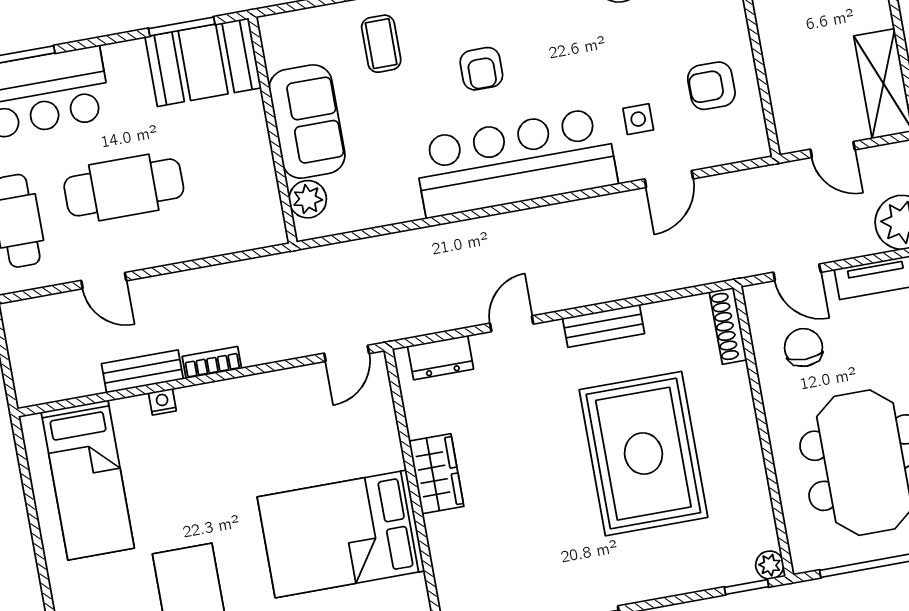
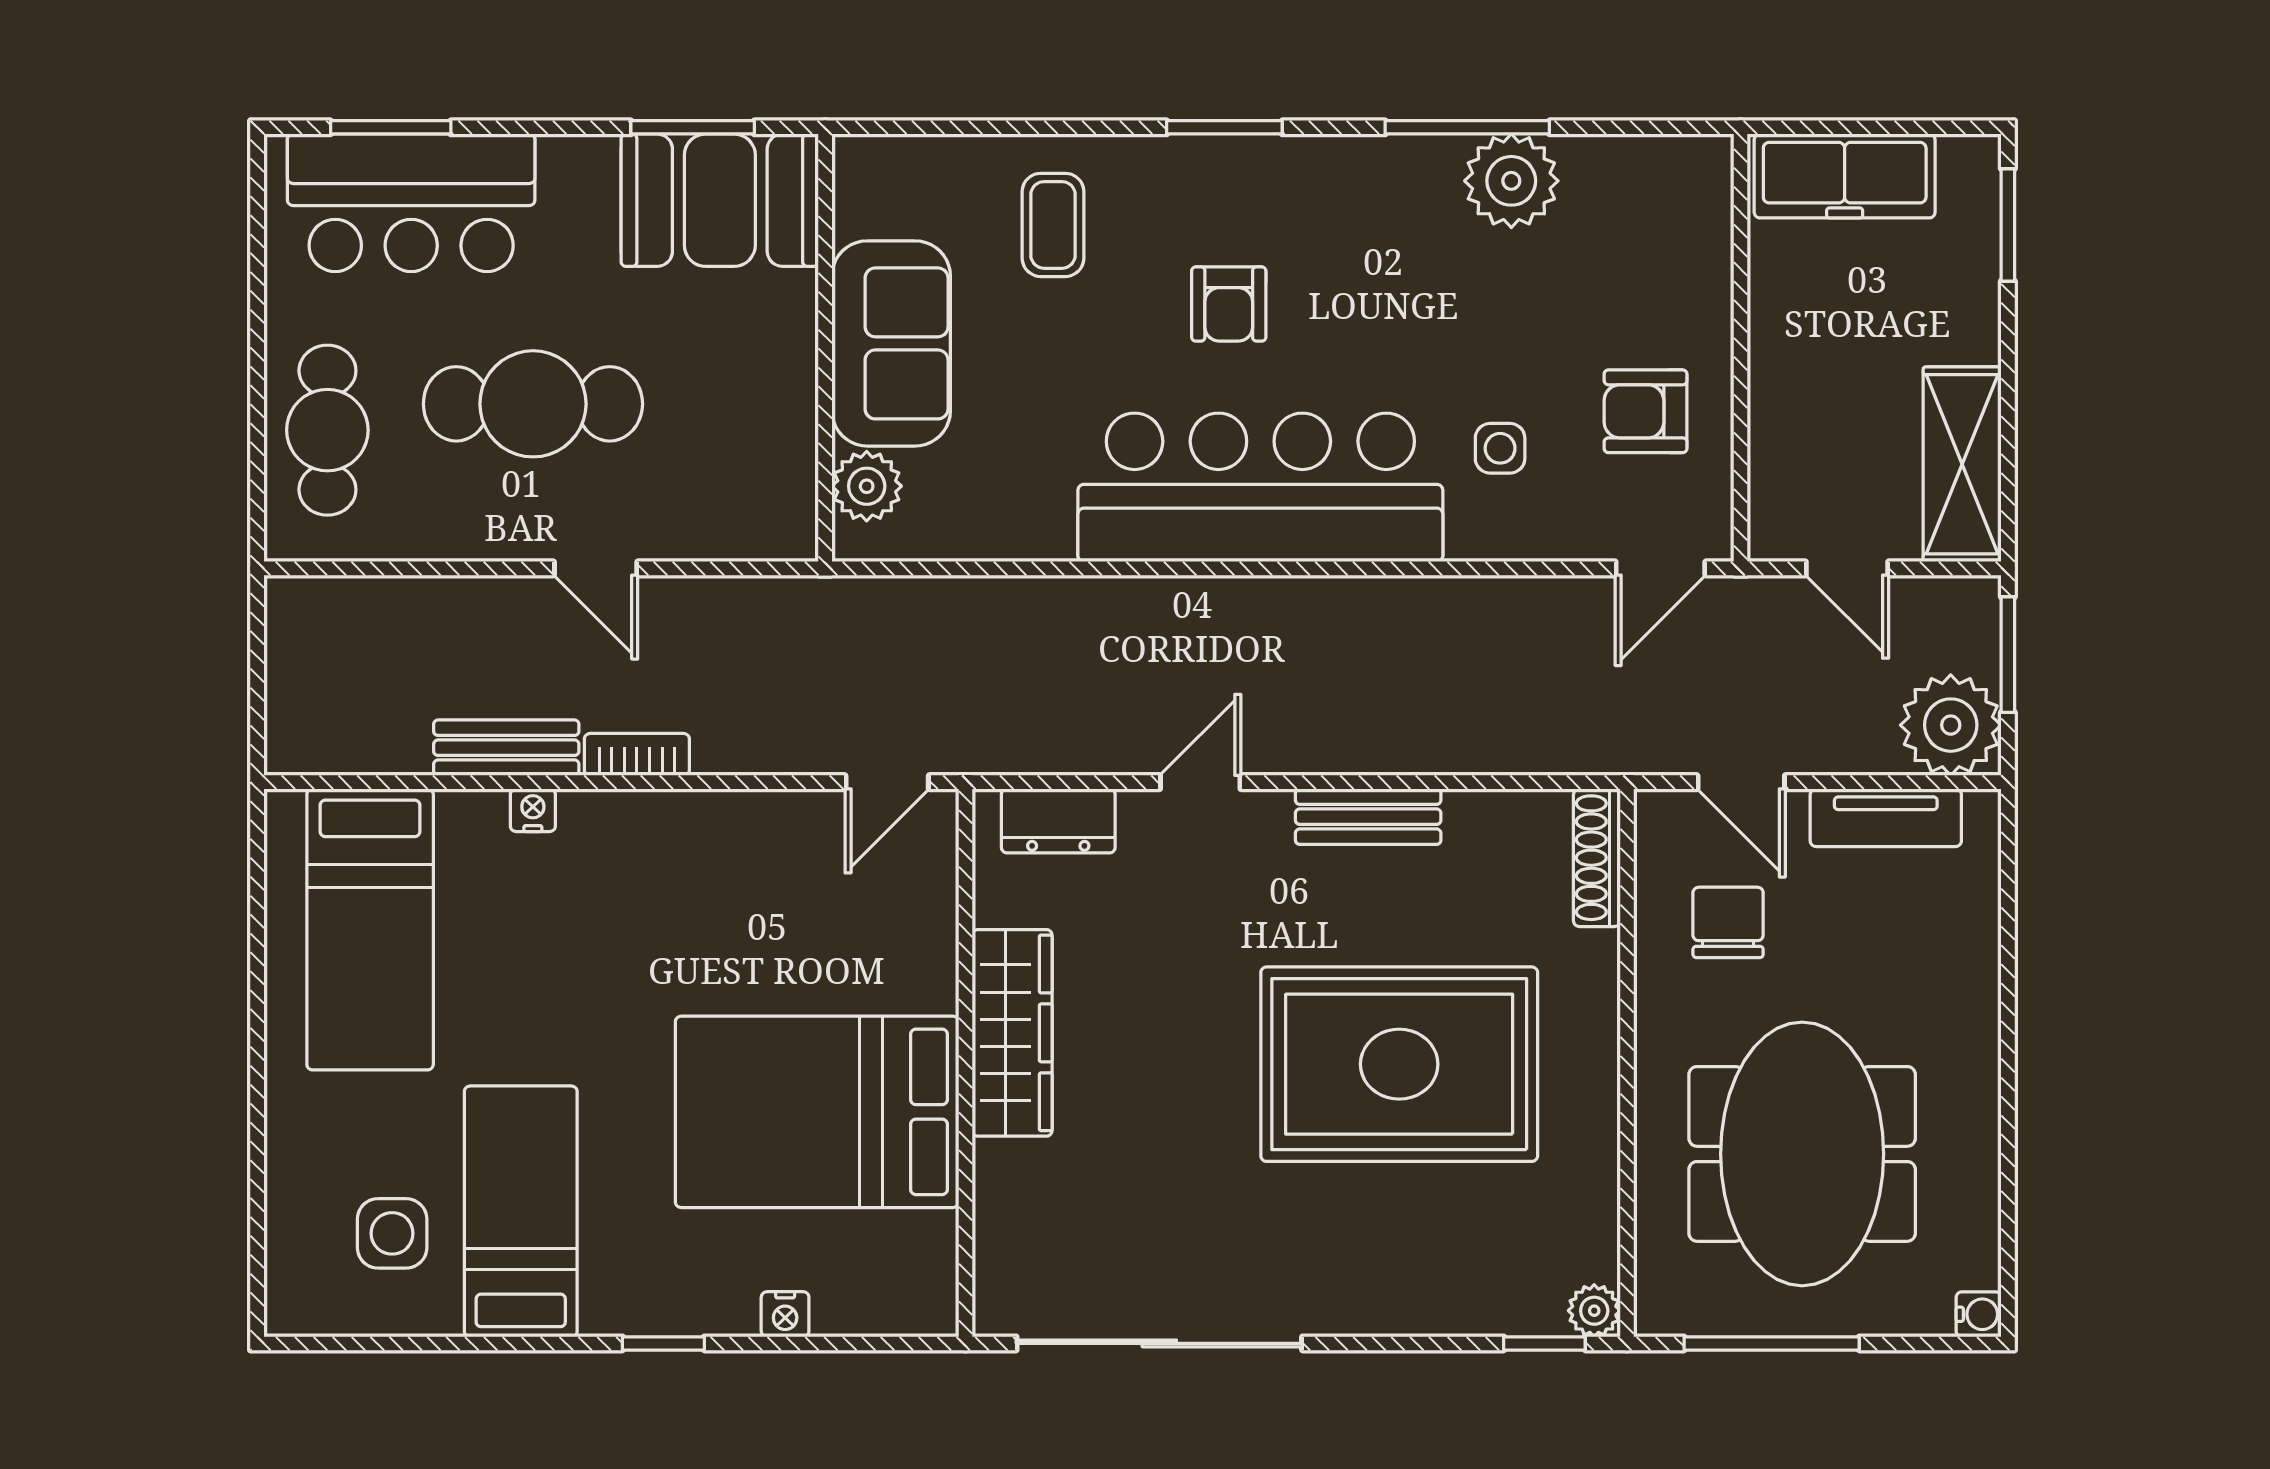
door: (669, 179) -> (1660, 568), moved
door: (104, 281) -> (596, 568), moved
rug: (643, 454) -> (1399, 1064), turned 90
wardrobe: (436, 474) -> (1012, 1033), width x1.50

